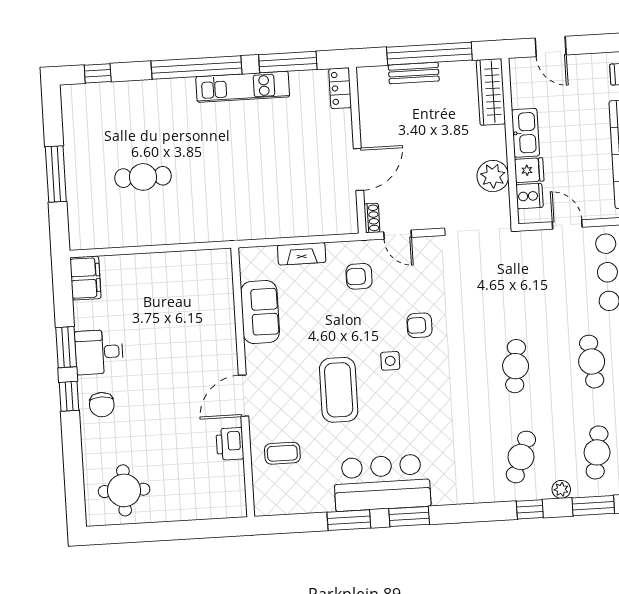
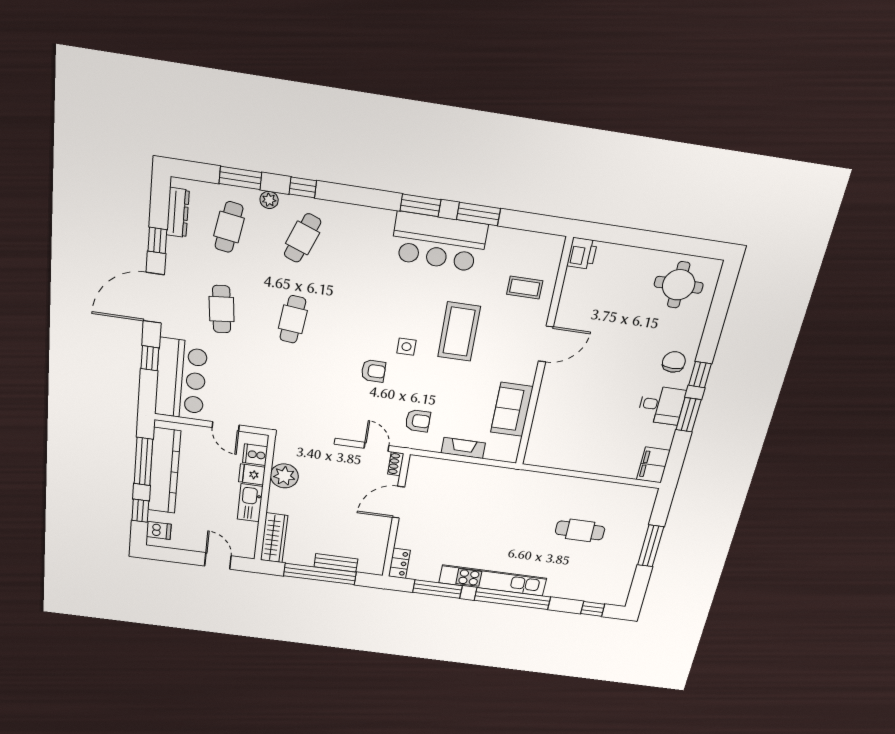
kitchen unit: (243, 87) -> (493, 581), width x1.36
printer: (230, 444) -> (582, 253), moved

